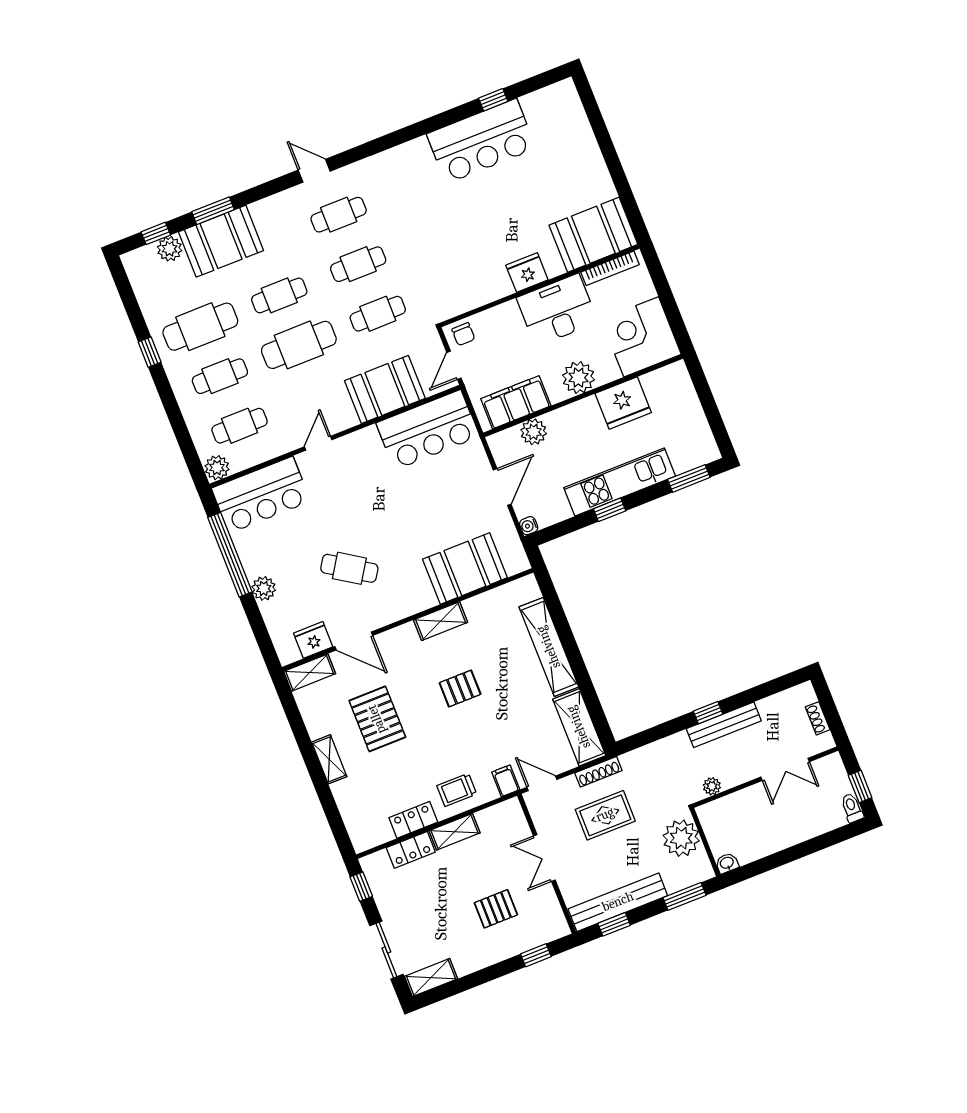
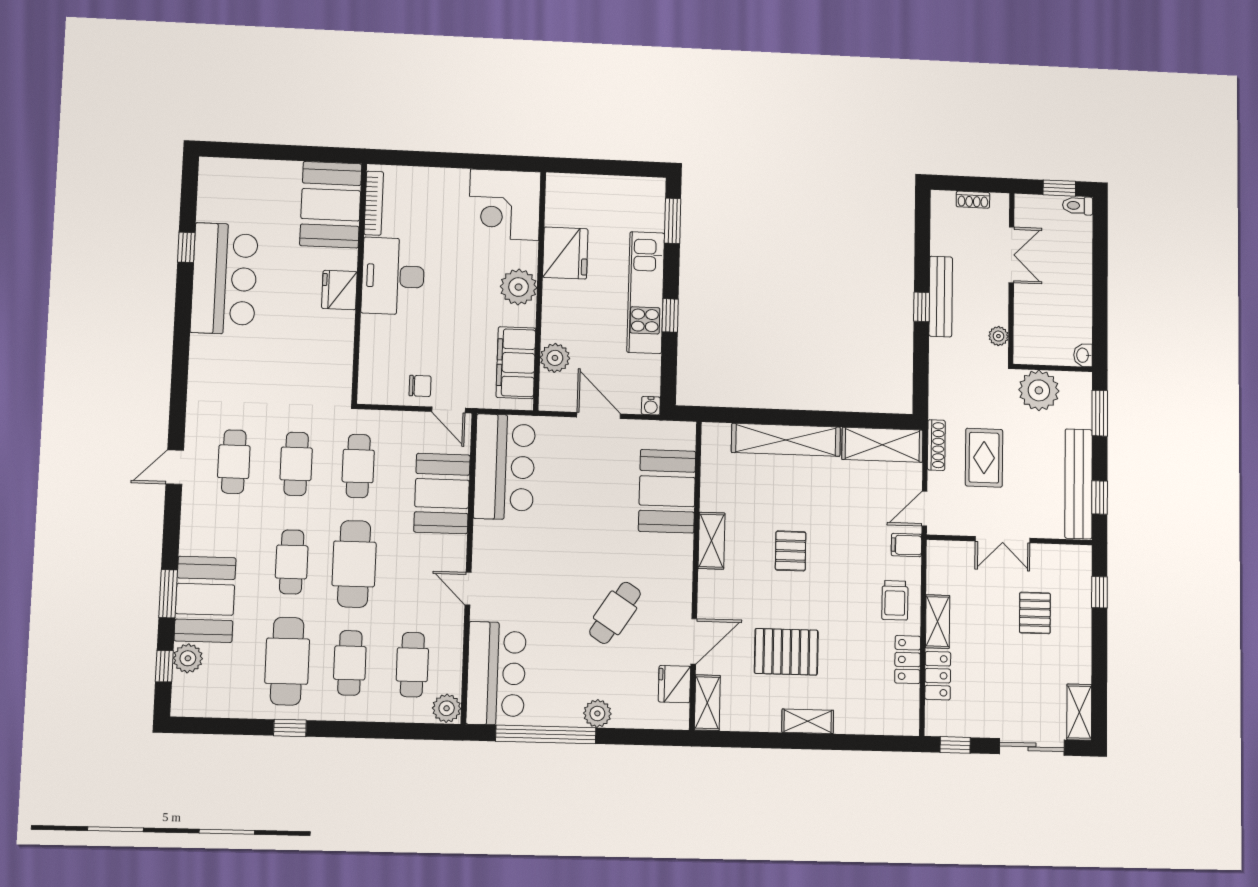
booth: (593, 235) -> (331, 205), moved
bookcase: (610, 268) -> (374, 203), moved
fridge: (527, 273) -> (339, 290), moved
wall: (540, 286) -> (359, 283), moved
desk: (557, 310) -> (393, 276), moved

